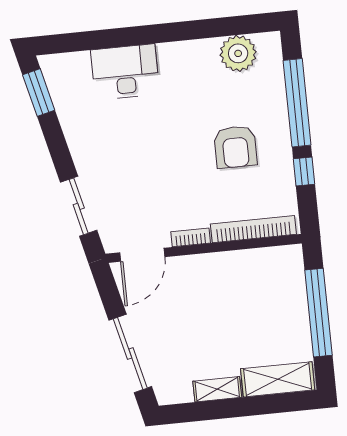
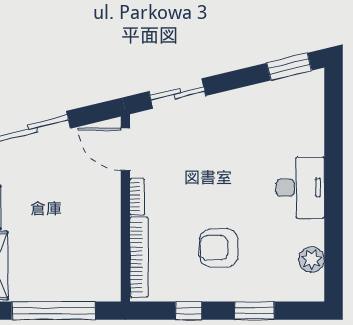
plant: (238, 53) -> (312, 259), width x0.73, depth x0.73
desk: (125, 72) -> (300, 188), moved
window: (297, 103) -> (255, 311), width x0.47

